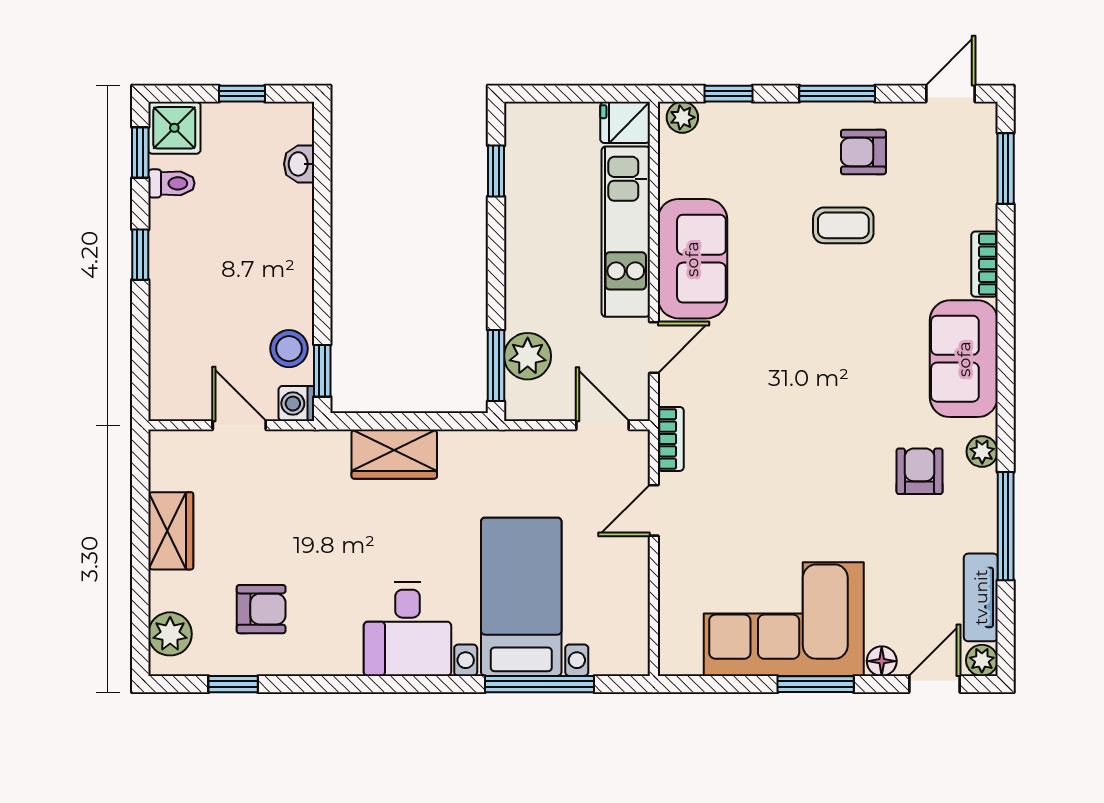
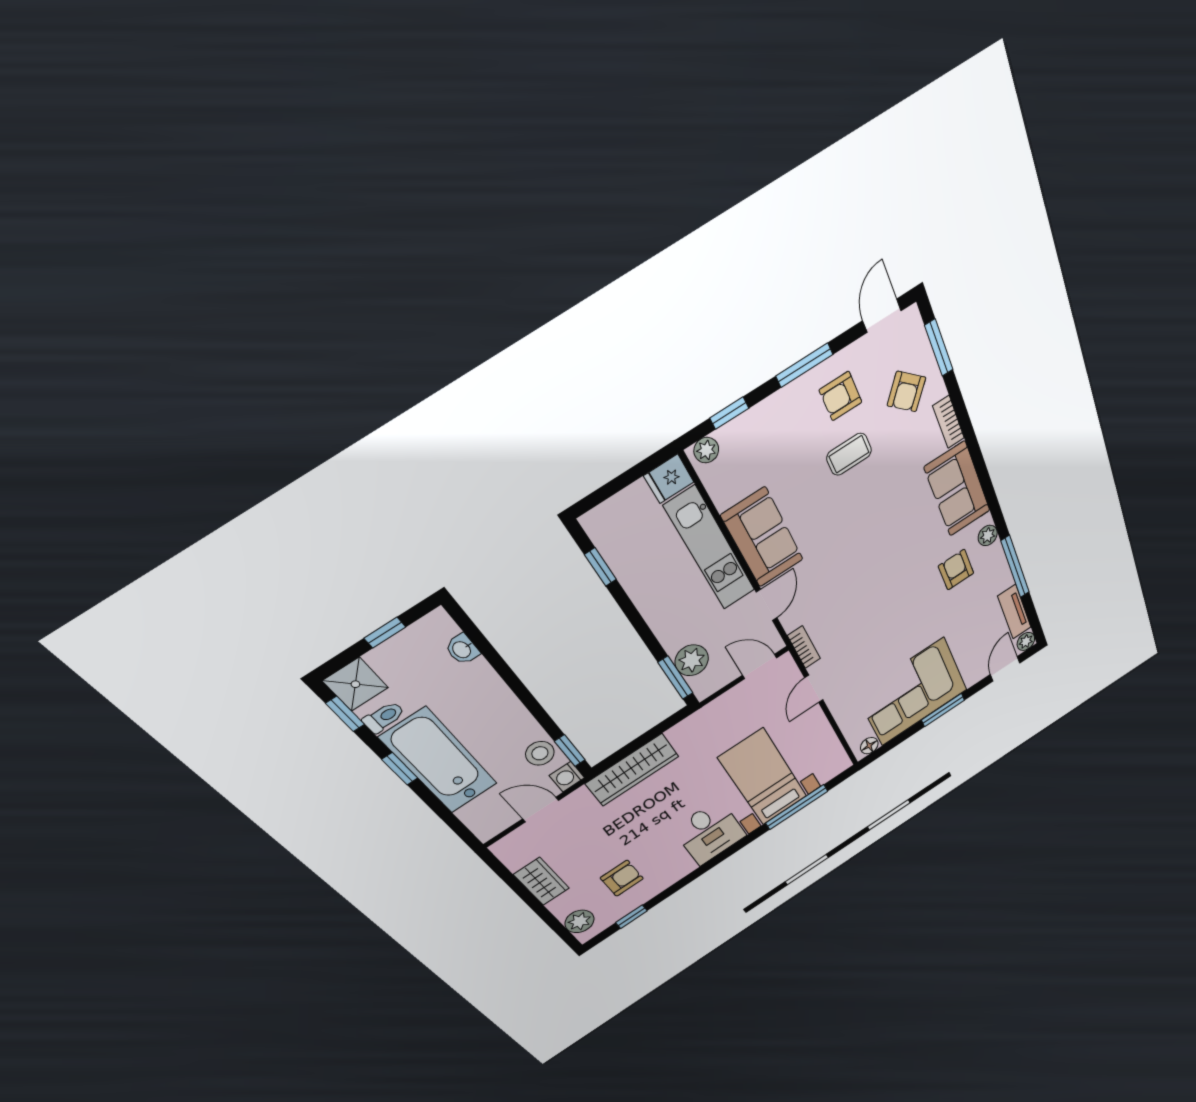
armchair: (945, 195) -> (906, 392), added
bathtub: (184, 276) -> (439, 761), added
wardrobe: (394, 454) -> (632, 770), width x1.50
floor lamp: (882, 661) -> (869, 746), moved

